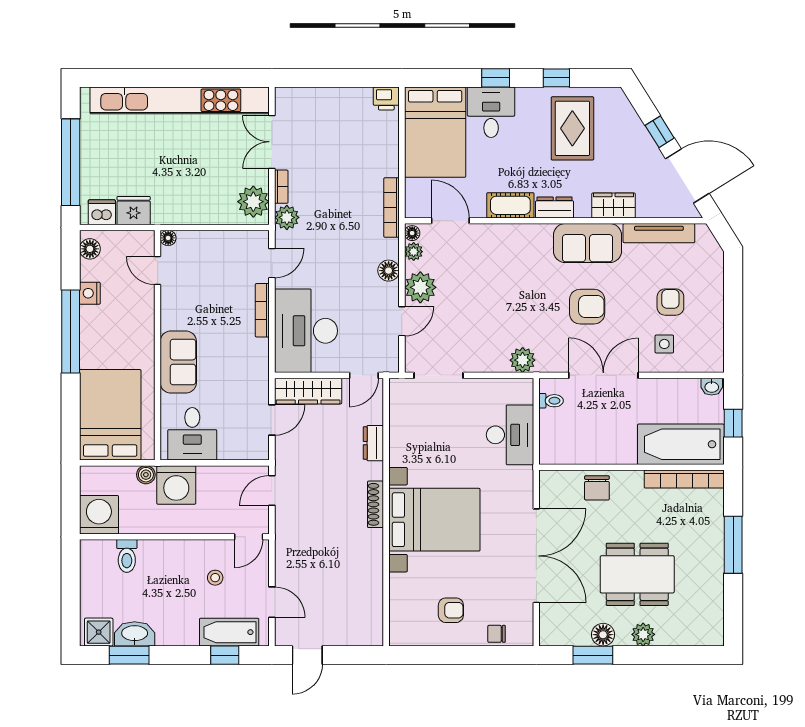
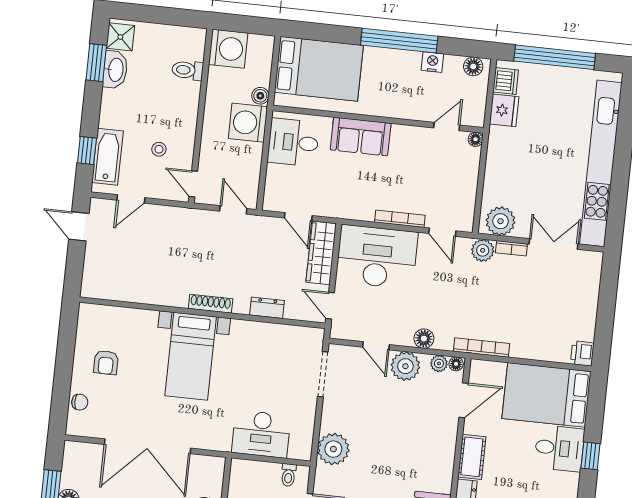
plant: (523, 360) -> (333, 449), width x1.36, depth x1.36
bed with nightstands: (434, 520) -> (191, 356), width x0.73
chair: (497, 634) -> (80, 402), turned 90

